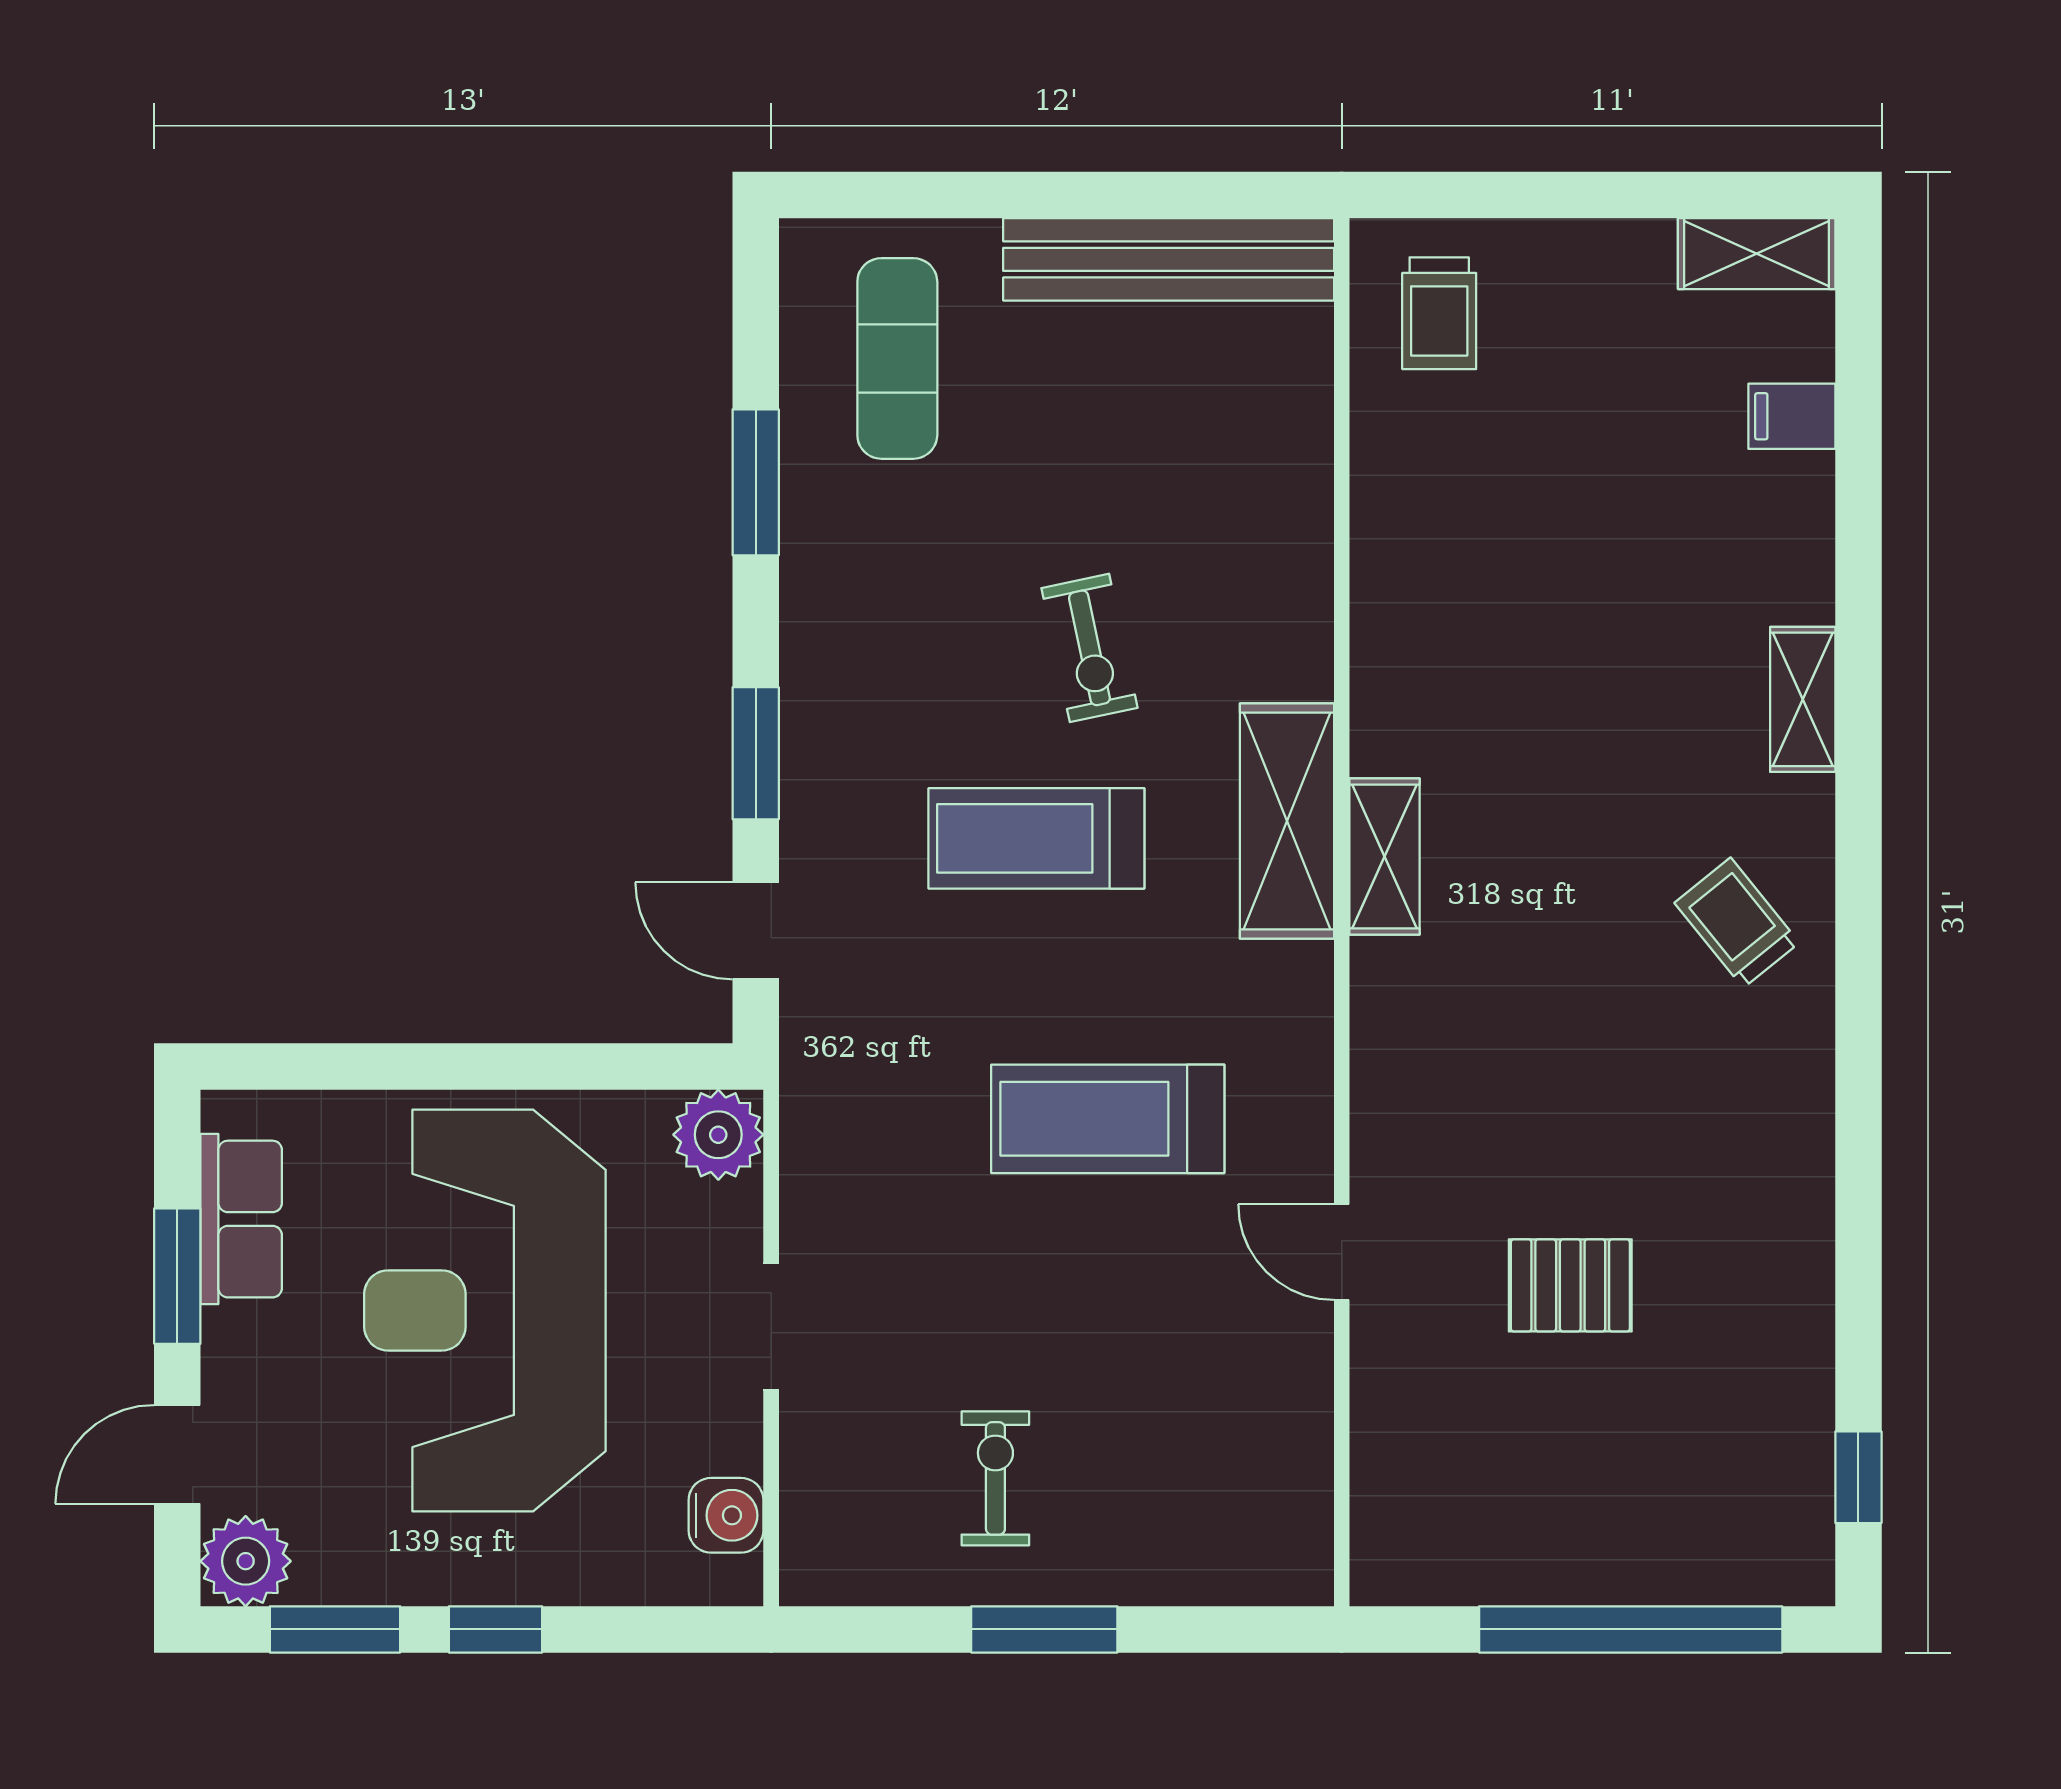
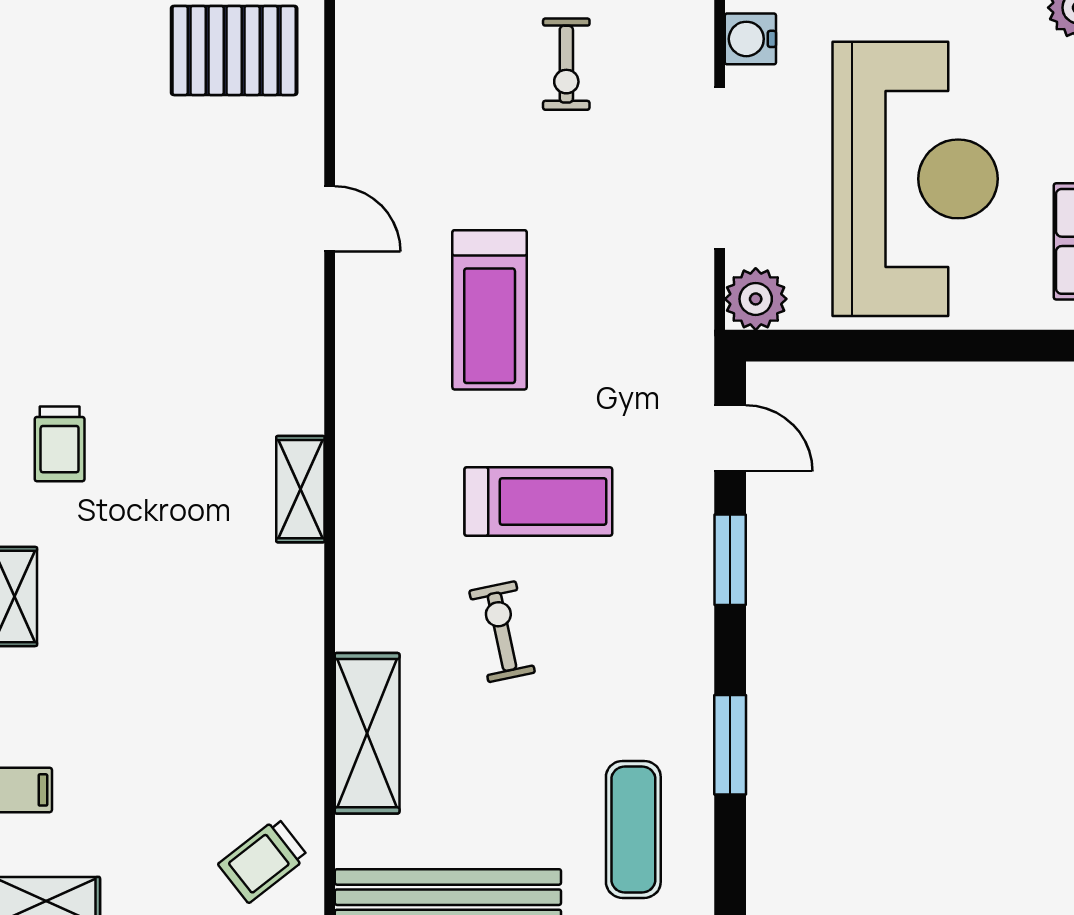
trolley: (1439, 313) -> (263, 860), turned -128
shelving: (1287, 821) -> (367, 733), moved
trolley: (1737, 923) -> (60, 444), turned 39
treadmill: (1108, 1119) -> (490, 310), turned 90
pallet: (1570, 1285) -> (234, 50), moved, width x1.50, depth x1.42
doorway: (771, 1327) -> (720, 168), width x1.87

